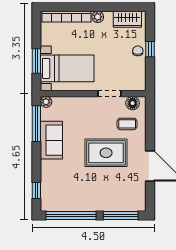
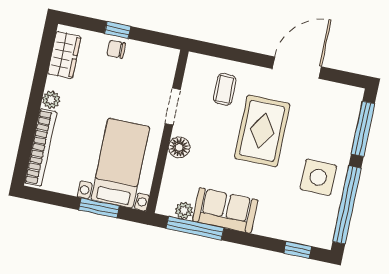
plant: (46, 102) -> (184, 210), moved
floor lamp: (133, 103) -> (179, 147), moved
side table: (84, 194) -> (318, 177), added

